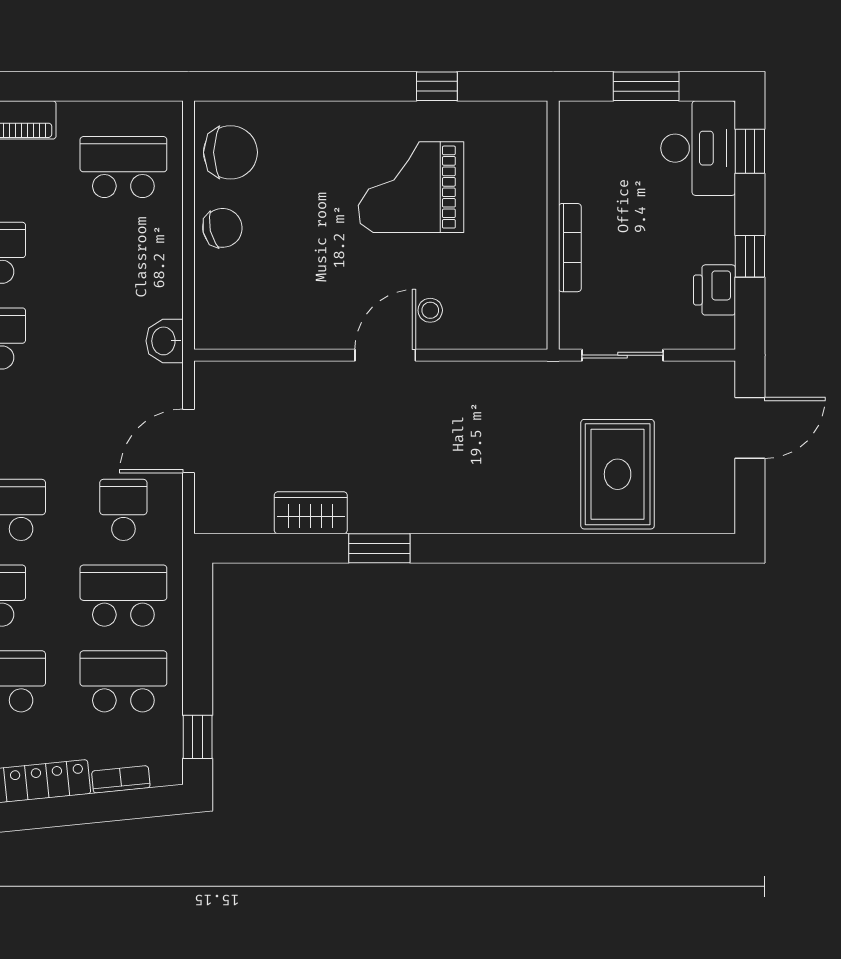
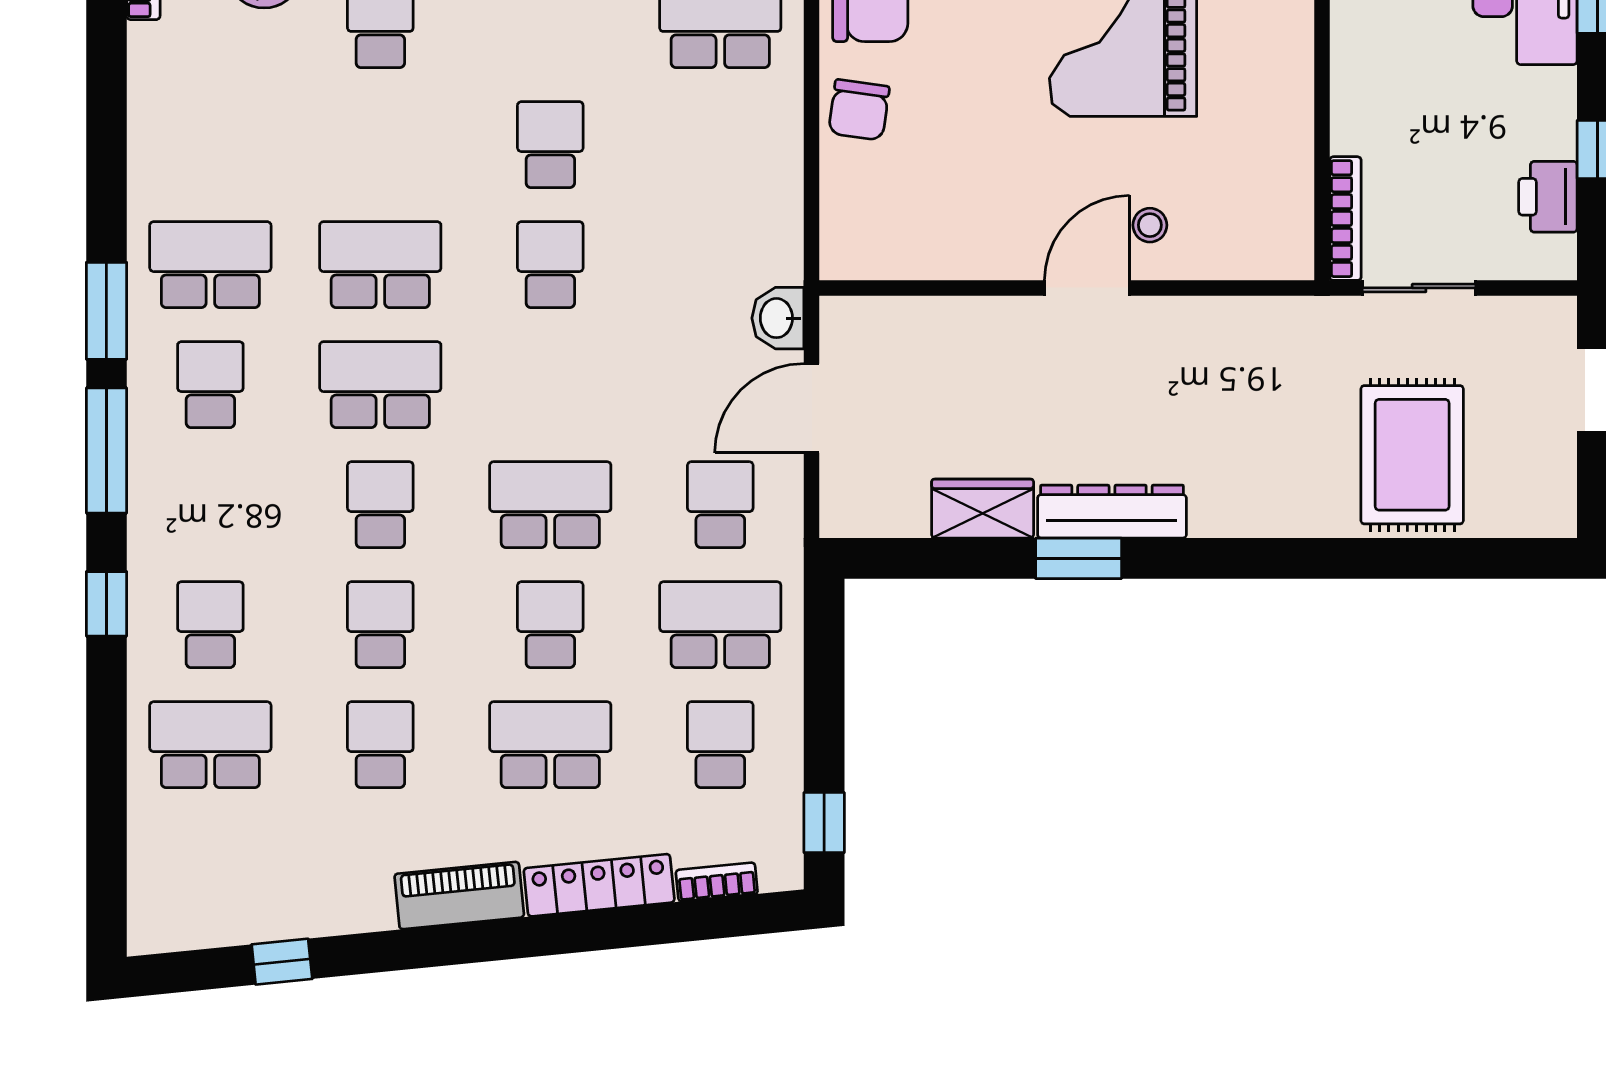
chair: (222, 228) -> (859, 110), turned 111
bookcase: (570, 248) -> (1345, 219), moved
washbasin: (165, 341) -> (778, 318), moved
dresser: (403, 515) -> (1112, 512), added
school desk: (123, 681) -> (720, 745), width x0.54

